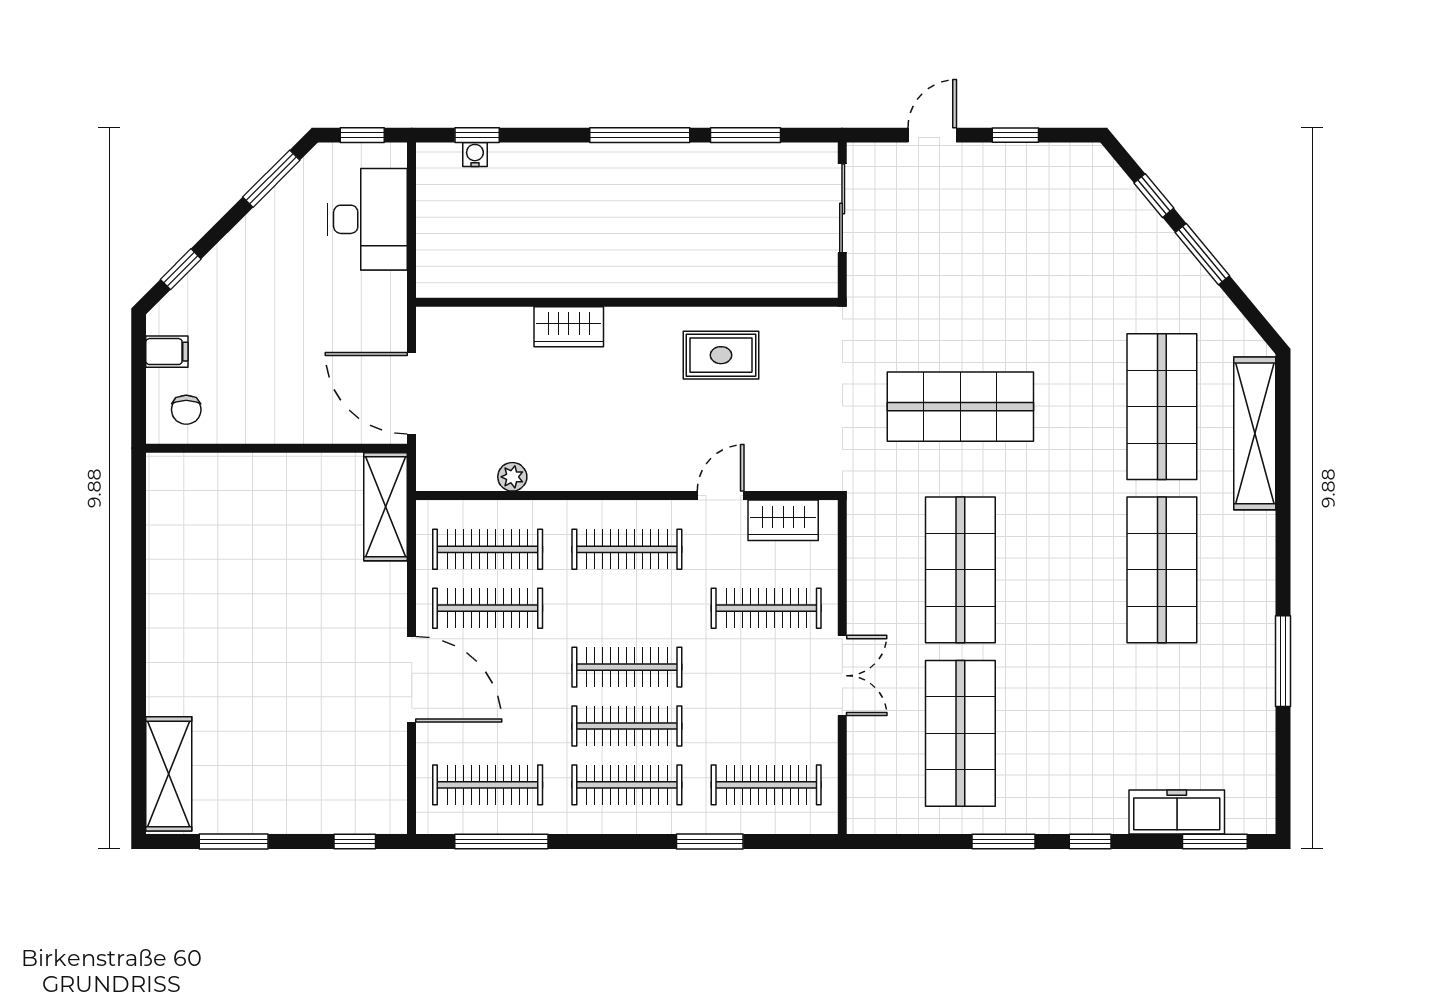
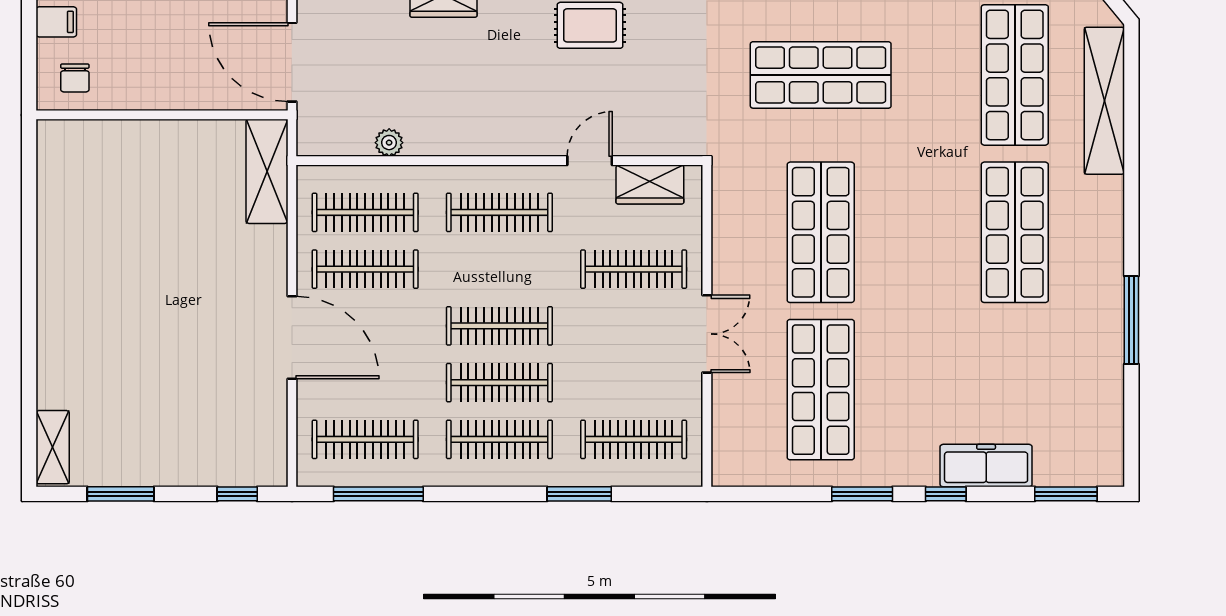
shelving: (169, 774) -> (53, 447), width x0.67, depth x0.75
freezer: (1177, 812) -> (986, 466), moved

